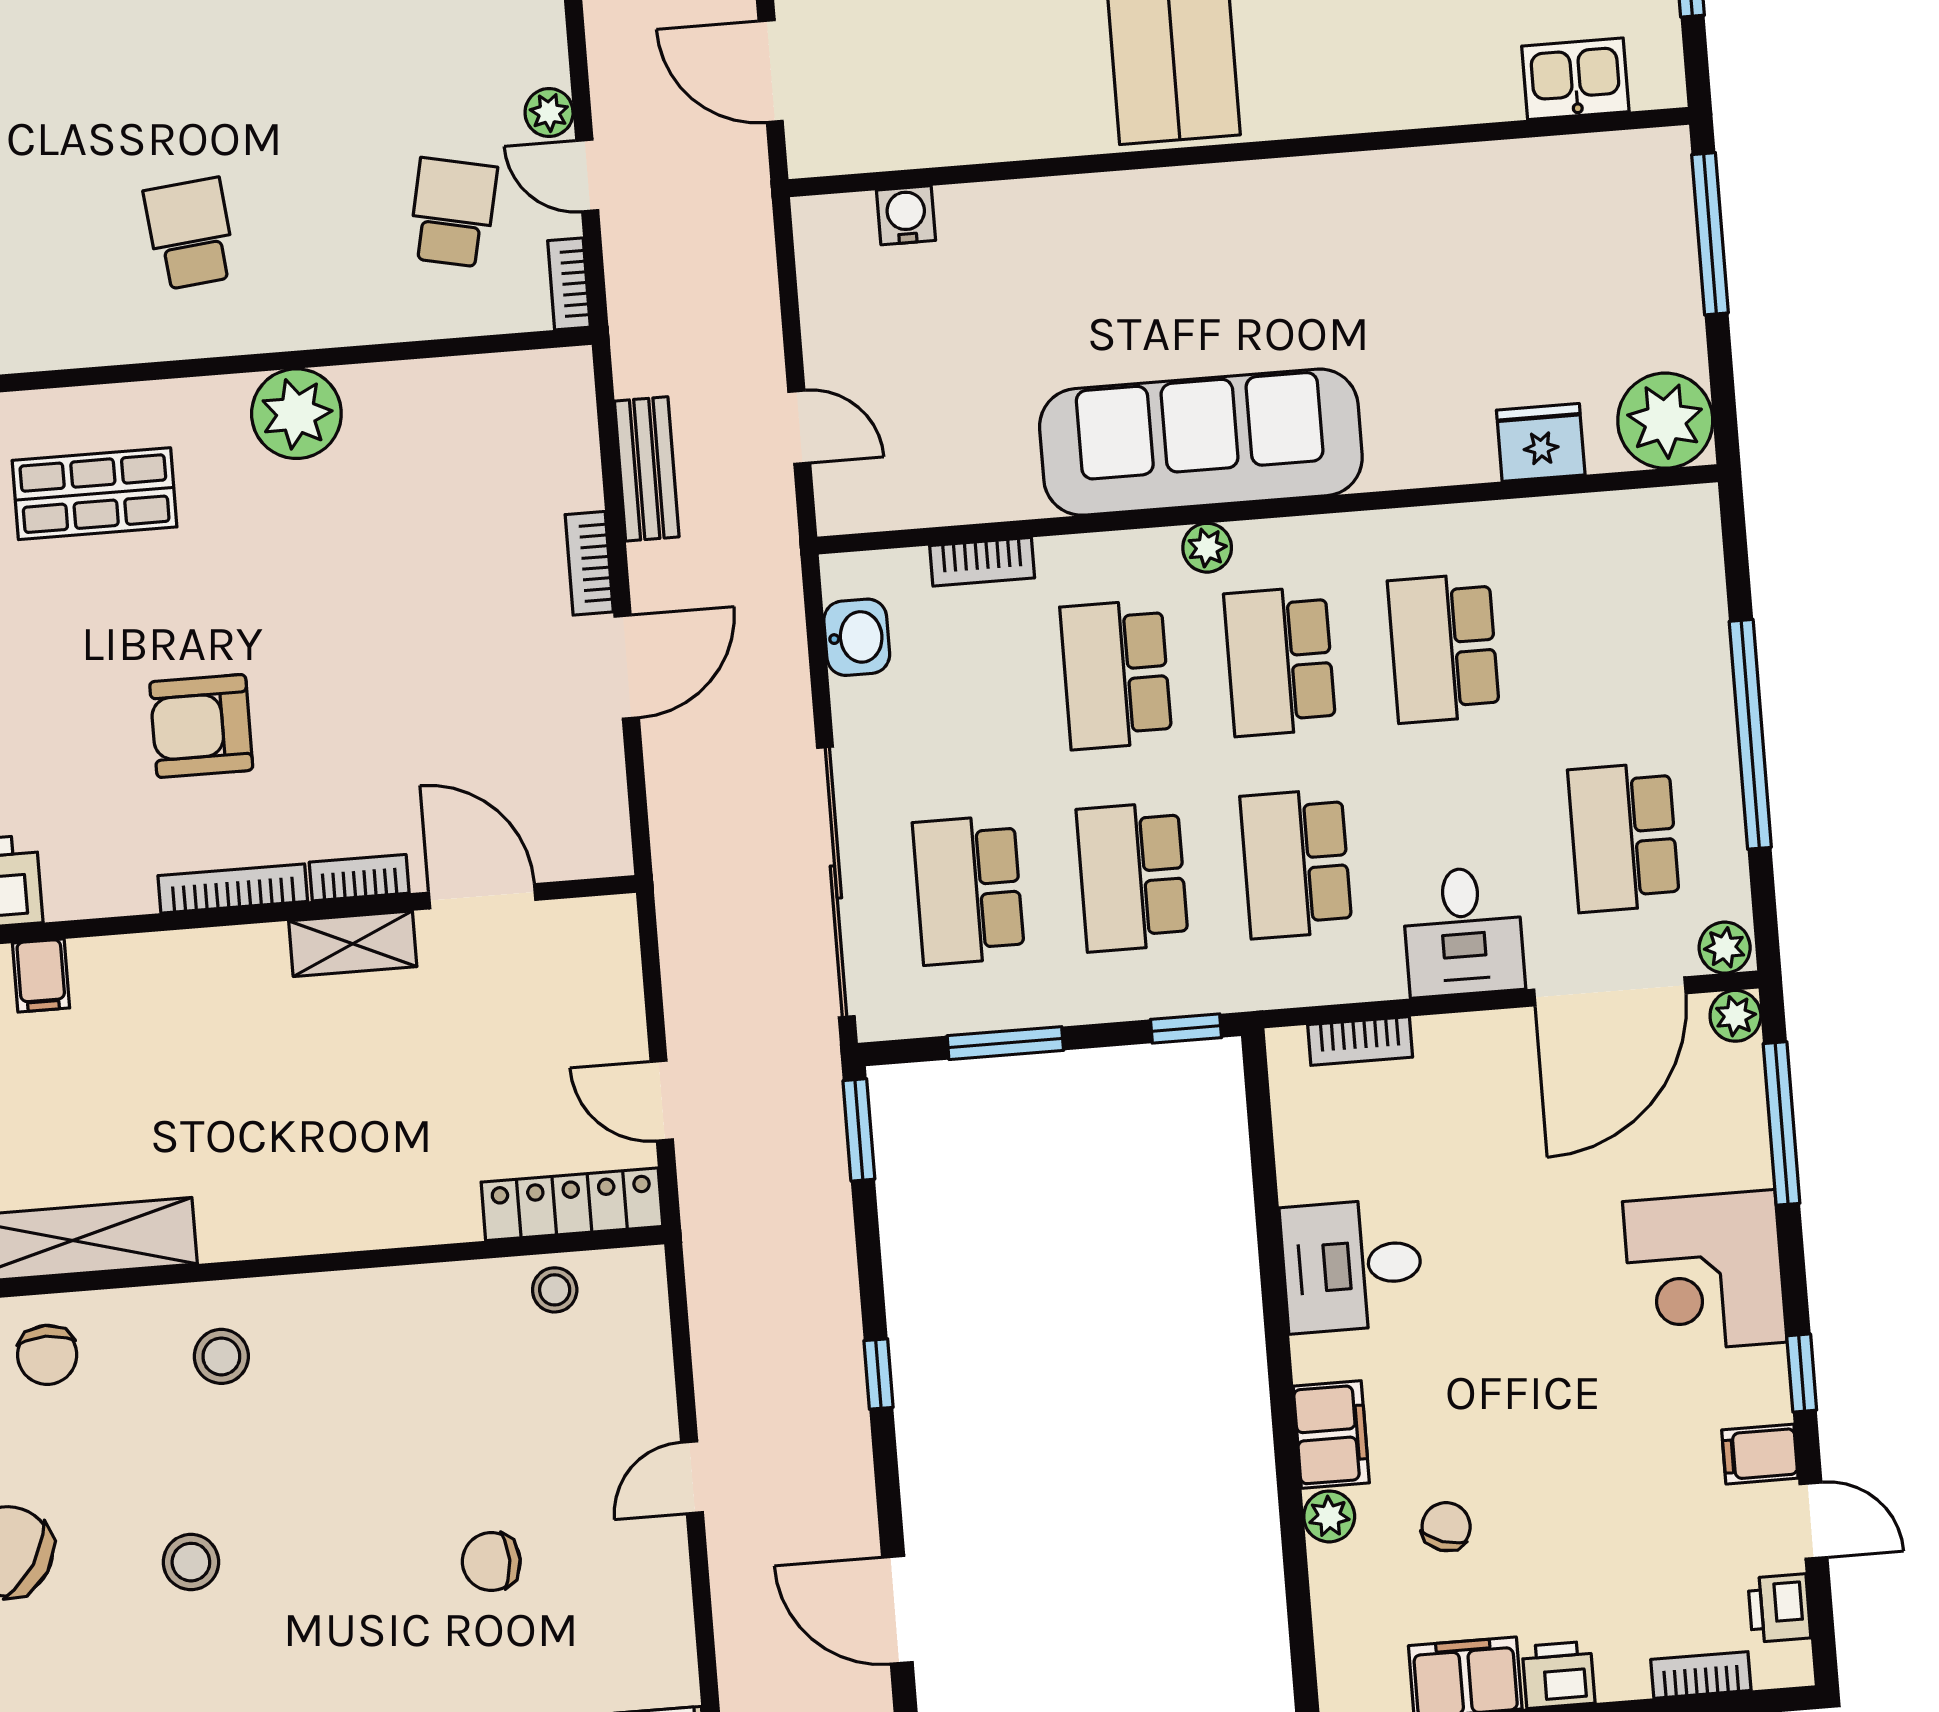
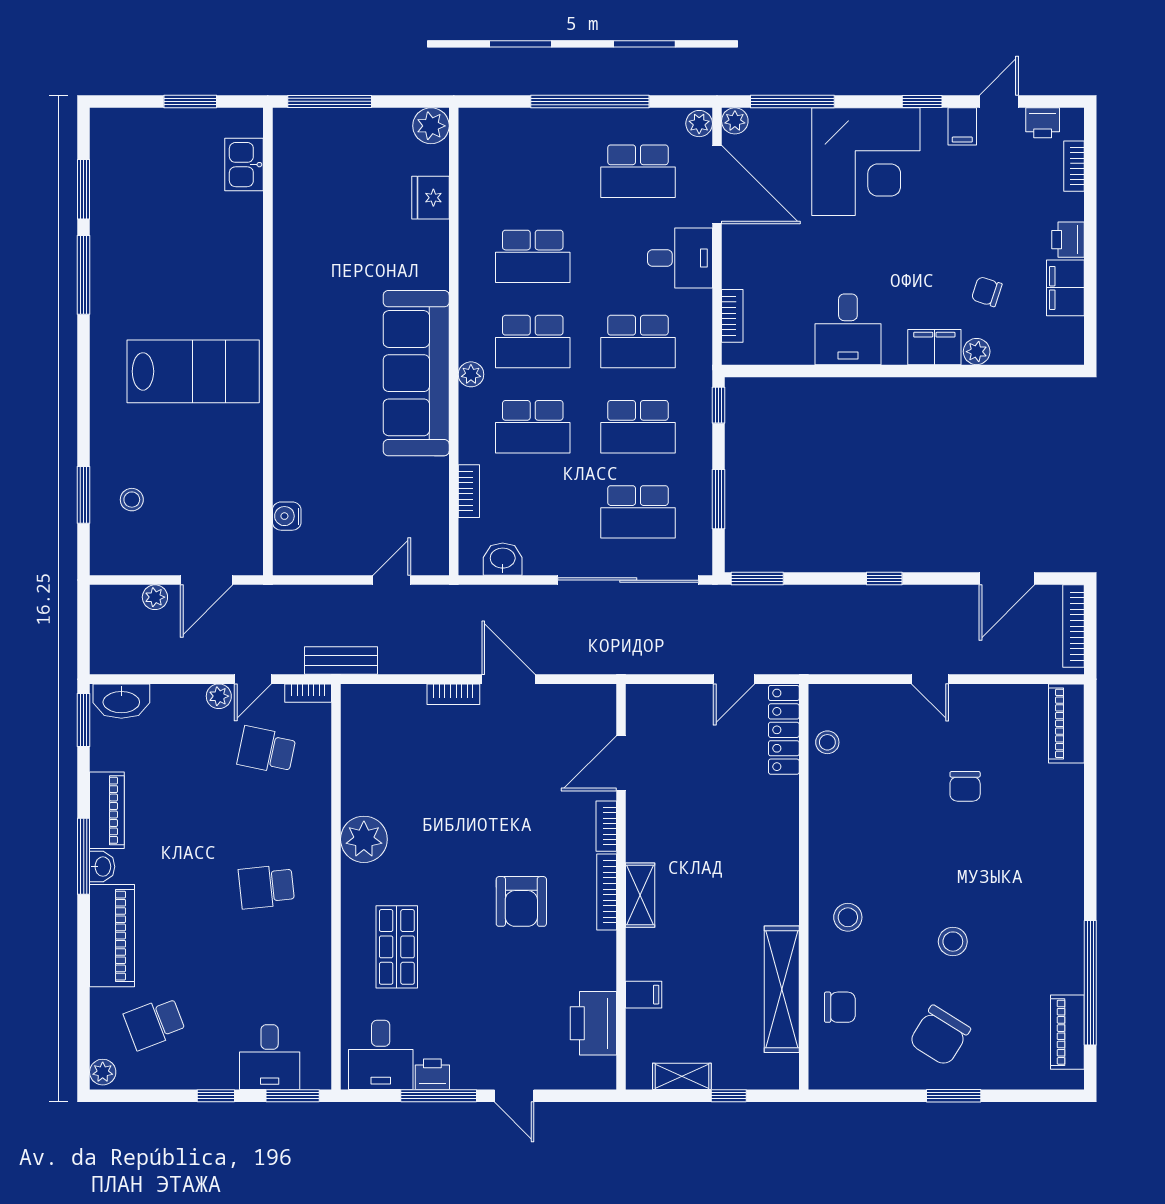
plant: (1665, 421) -> (431, 126), width x0.73, depth x0.73
bench: (647, 469) -> (341, 661), moved
shelving: (353, 944) -> (640, 895), moved
corner desk: (1705, 1272) -> (866, 162), width x1.36, depth x1.36

